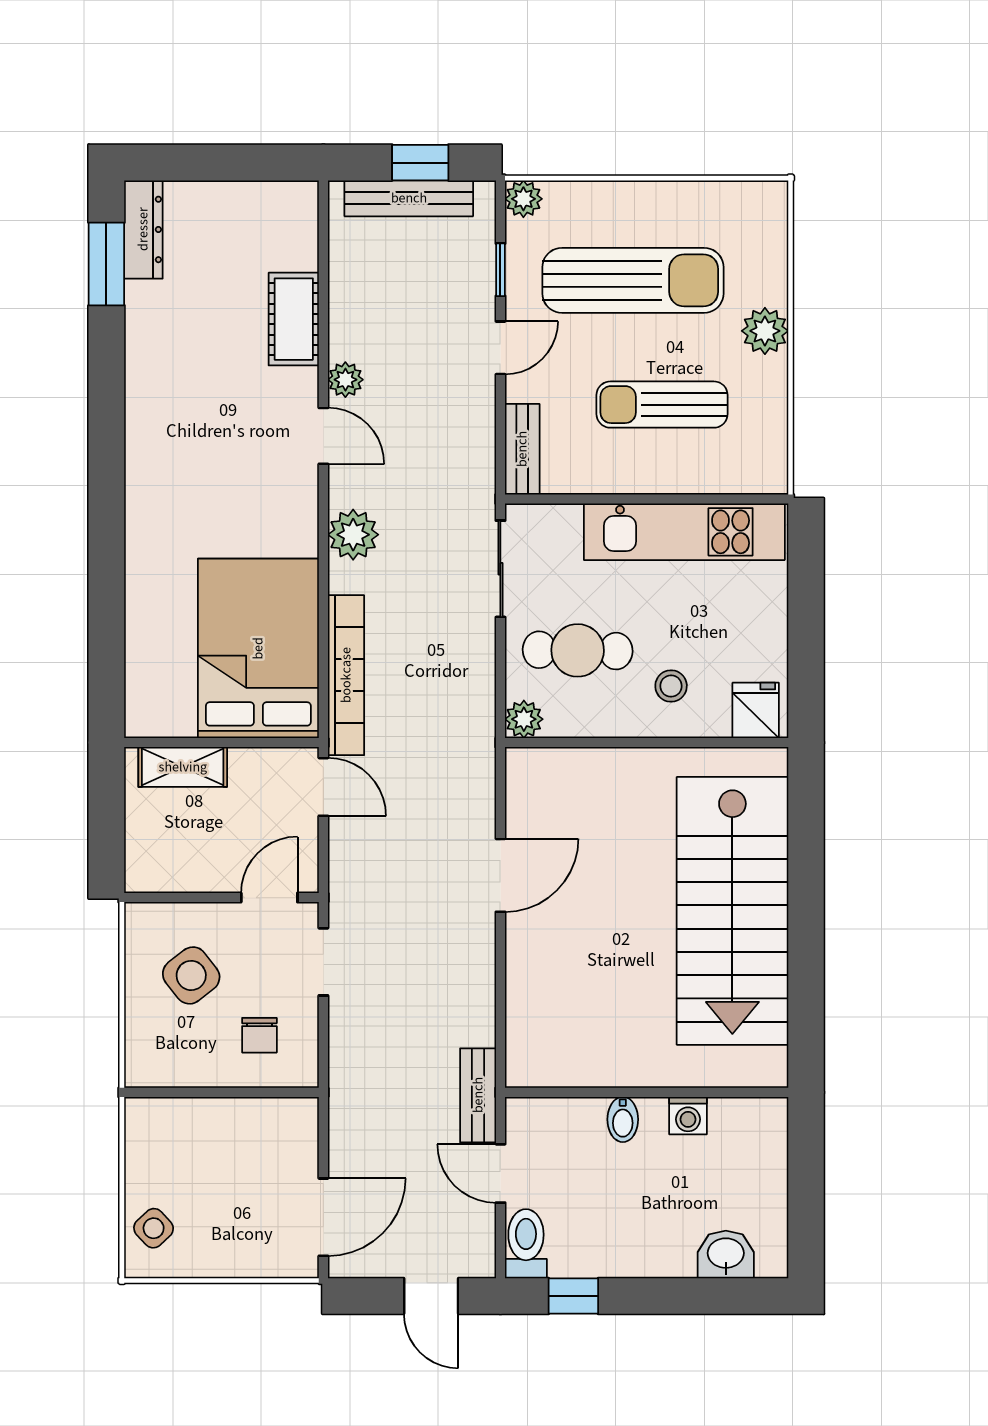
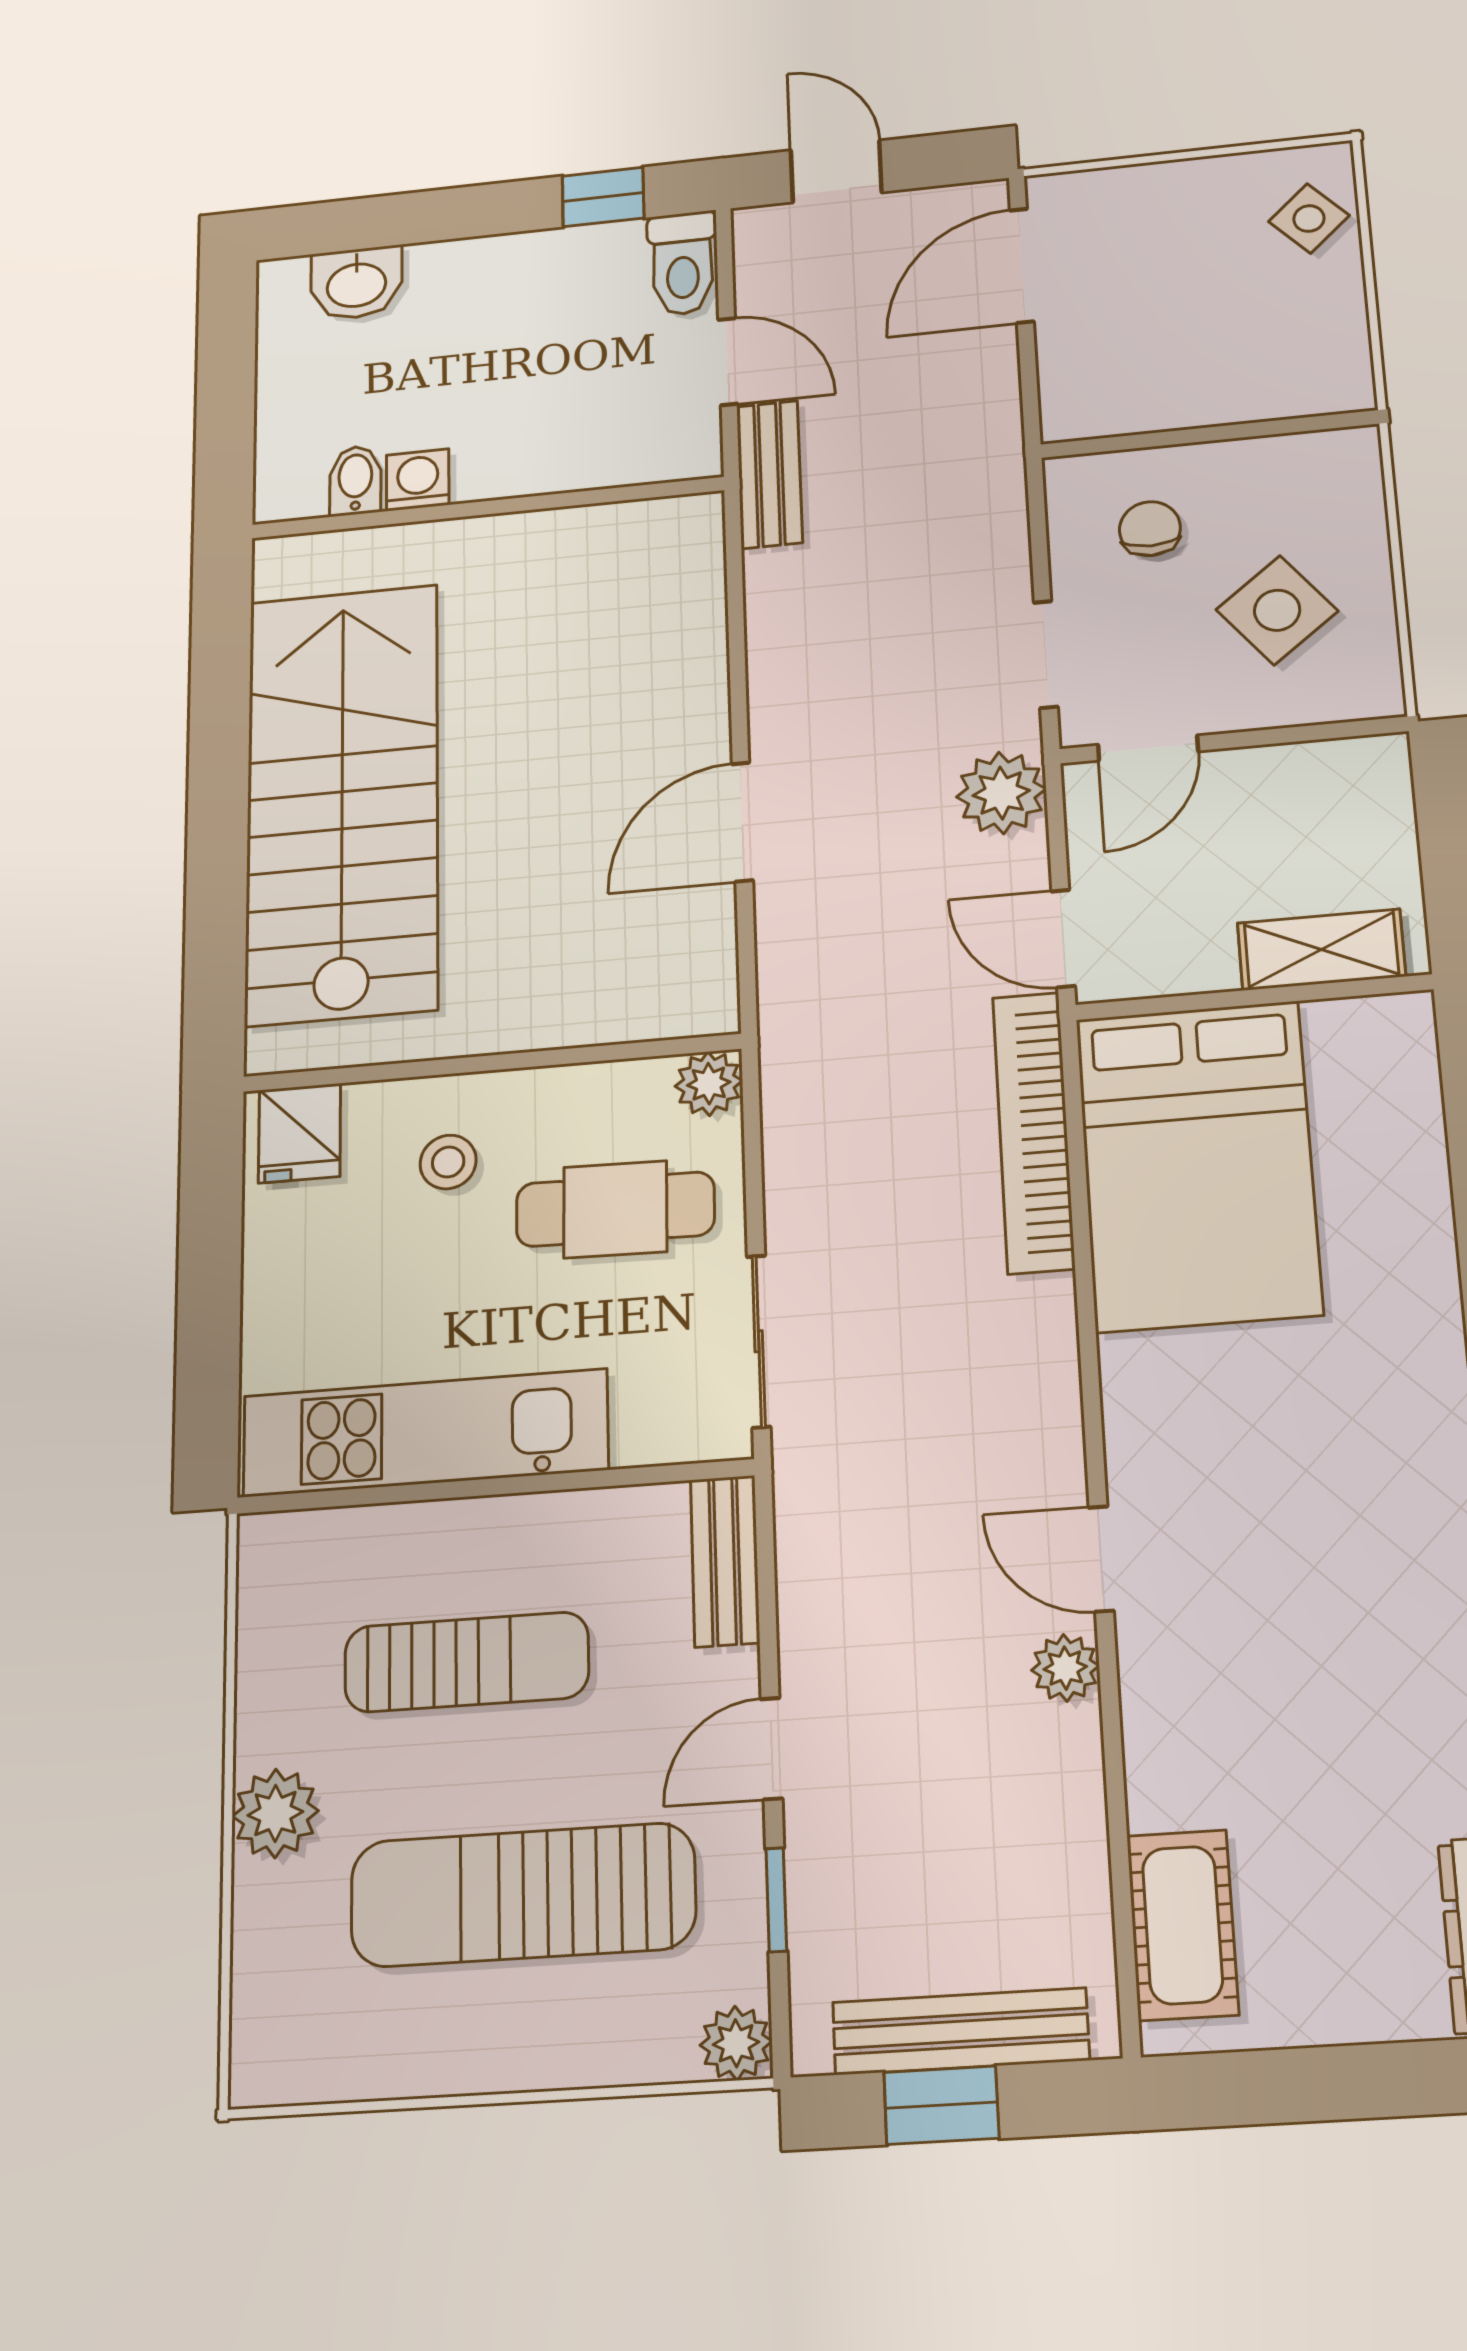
cot: (294, 319) -> (1182, 1925), moved
plant: (353, 535) -> (1001, 793), moved
bidet: (623, 1119) -> (355, 481), moved

